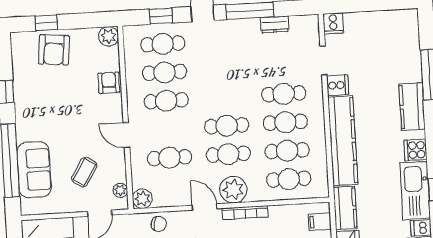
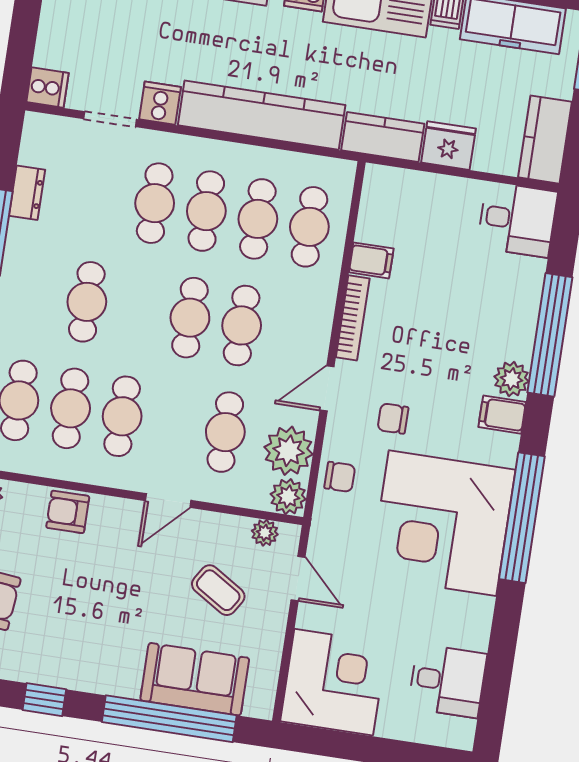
cafe table: (223, 69) -> (87, 302), added
plant: (233, 190) -> (288, 451), moved
filing cabinet: (320, 222) -> (371, 260), moved, turned -90
chair: (159, 224) -> (340, 477), turned 77

